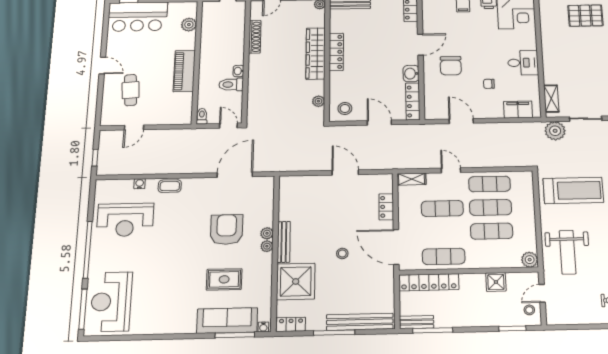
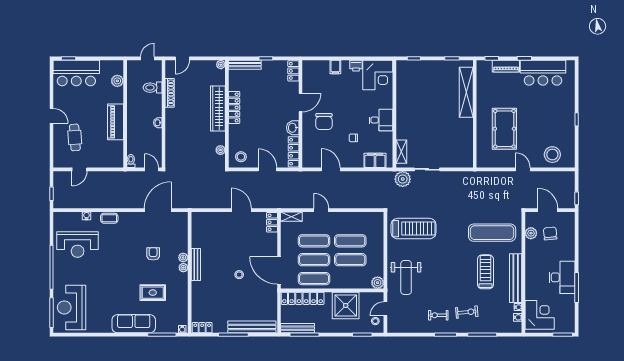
pallet: (585, 16) -> (433, 79), removed
toilet: (231, 85) -> (153, 88), moved
exercise mat: (489, 184) -> (314, 260), moved
locker: (386, 207) -> (272, 222), moved
armchair: (227, 230) -> (153, 254), width x0.53, depth x0.53
shower: (296, 281) -> (205, 295), removed
shower: (496, 282) -> (346, 305), width x1.86, depth x1.86
sofa: (227, 321) -> (134, 324), moved
bench: (417, 322) -> (297, 328), width x1.36

